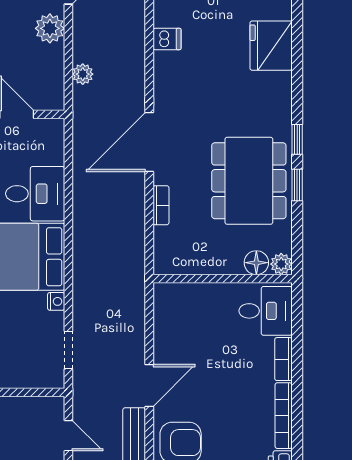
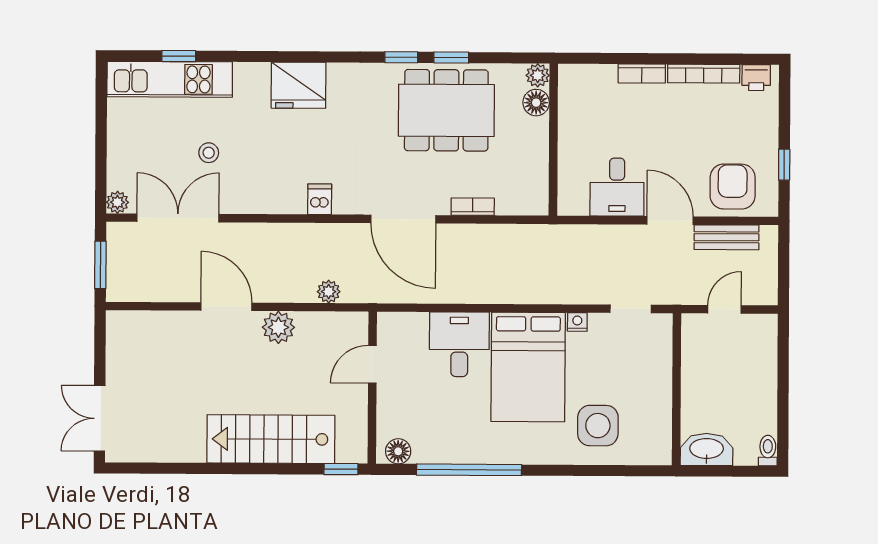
dishwasher: (167, 39) -> (320, 199), moved
desk: (266, 311) -> (617, 187), moved, turned 180

